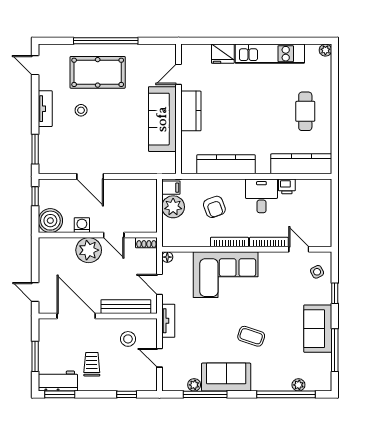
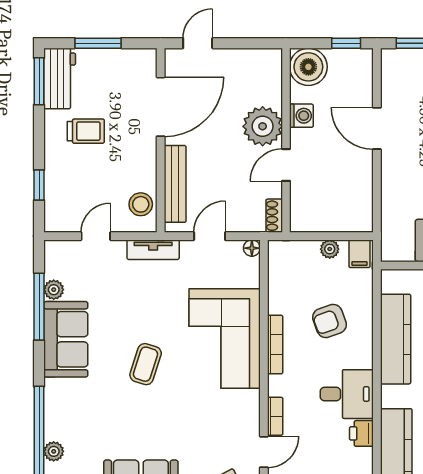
door: (90, 176) -> (377, 128), hinge flipped
plant: (173, 207) -> (330, 249), width x0.53, depth x0.53
bookcase: (269, 242) -> (275, 416), width x0.64
coffee table: (251, 336) -> (146, 364), moved
stool: (128, 339) -> (141, 204), moved

